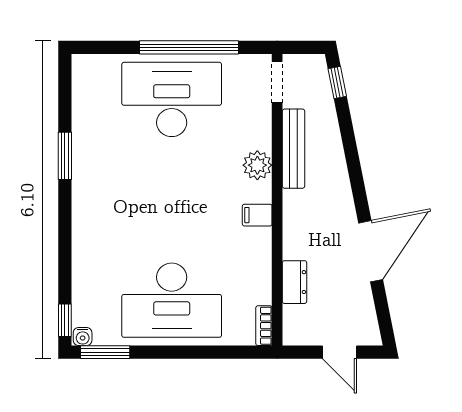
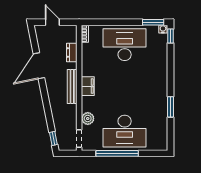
bench: (293, 149) -> (72, 87), moved
plant: (257, 165) -> (88, 119), moved
filing cabinet: (257, 215) -> (88, 86), width x2.00

